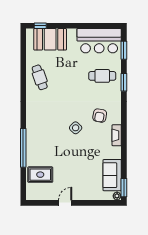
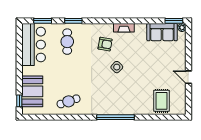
window: (23, 148) -> (115, 117), moved

